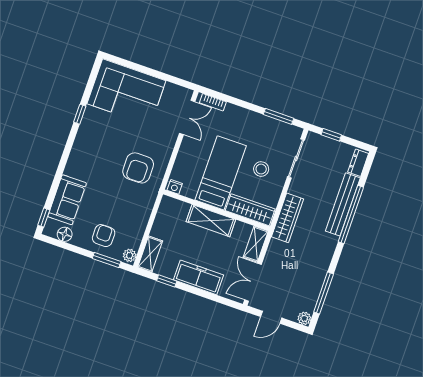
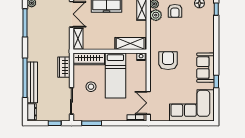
sofa: (67, 200) -> (205, 68), moved
wardrobe: (287, 218) -> (64, 67), width x0.67
shelving: (211, 221) -> (130, 44), moved
plant: (133, 239) -> (156, 15), added

